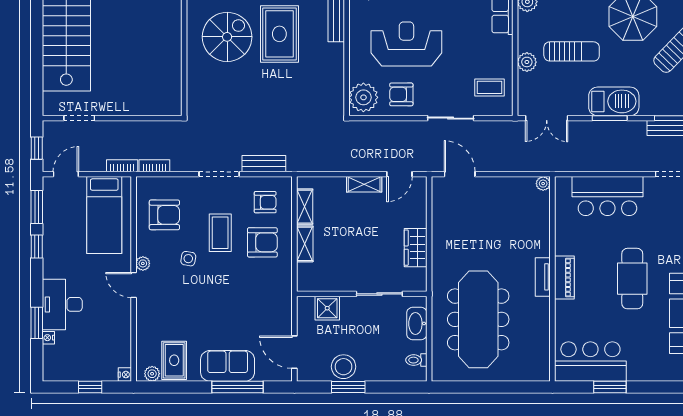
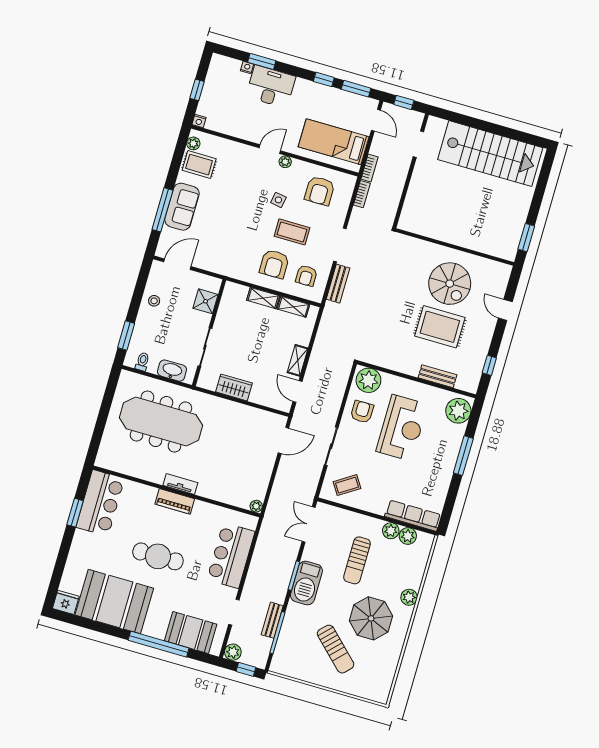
plant: (527, 62) -> (391, 531), moved
coffee table: (489, 87) -> (347, 485), turned 57
stool: (344, 367) -> (154, 301), width x0.53, depth x0.53
window: (348, 387) -> (126, 335), moved

